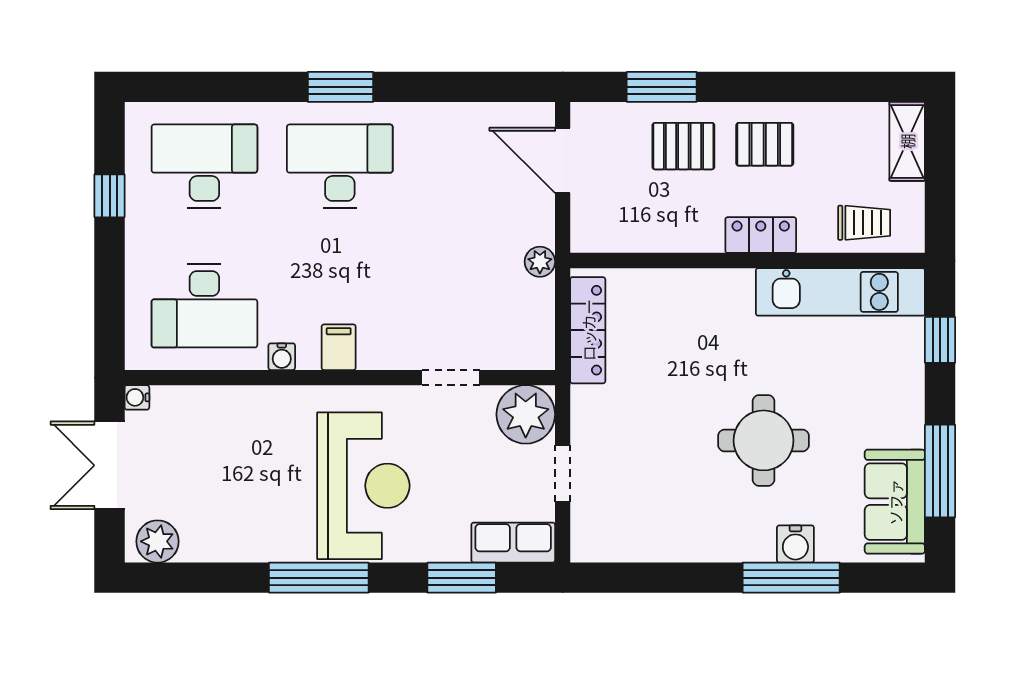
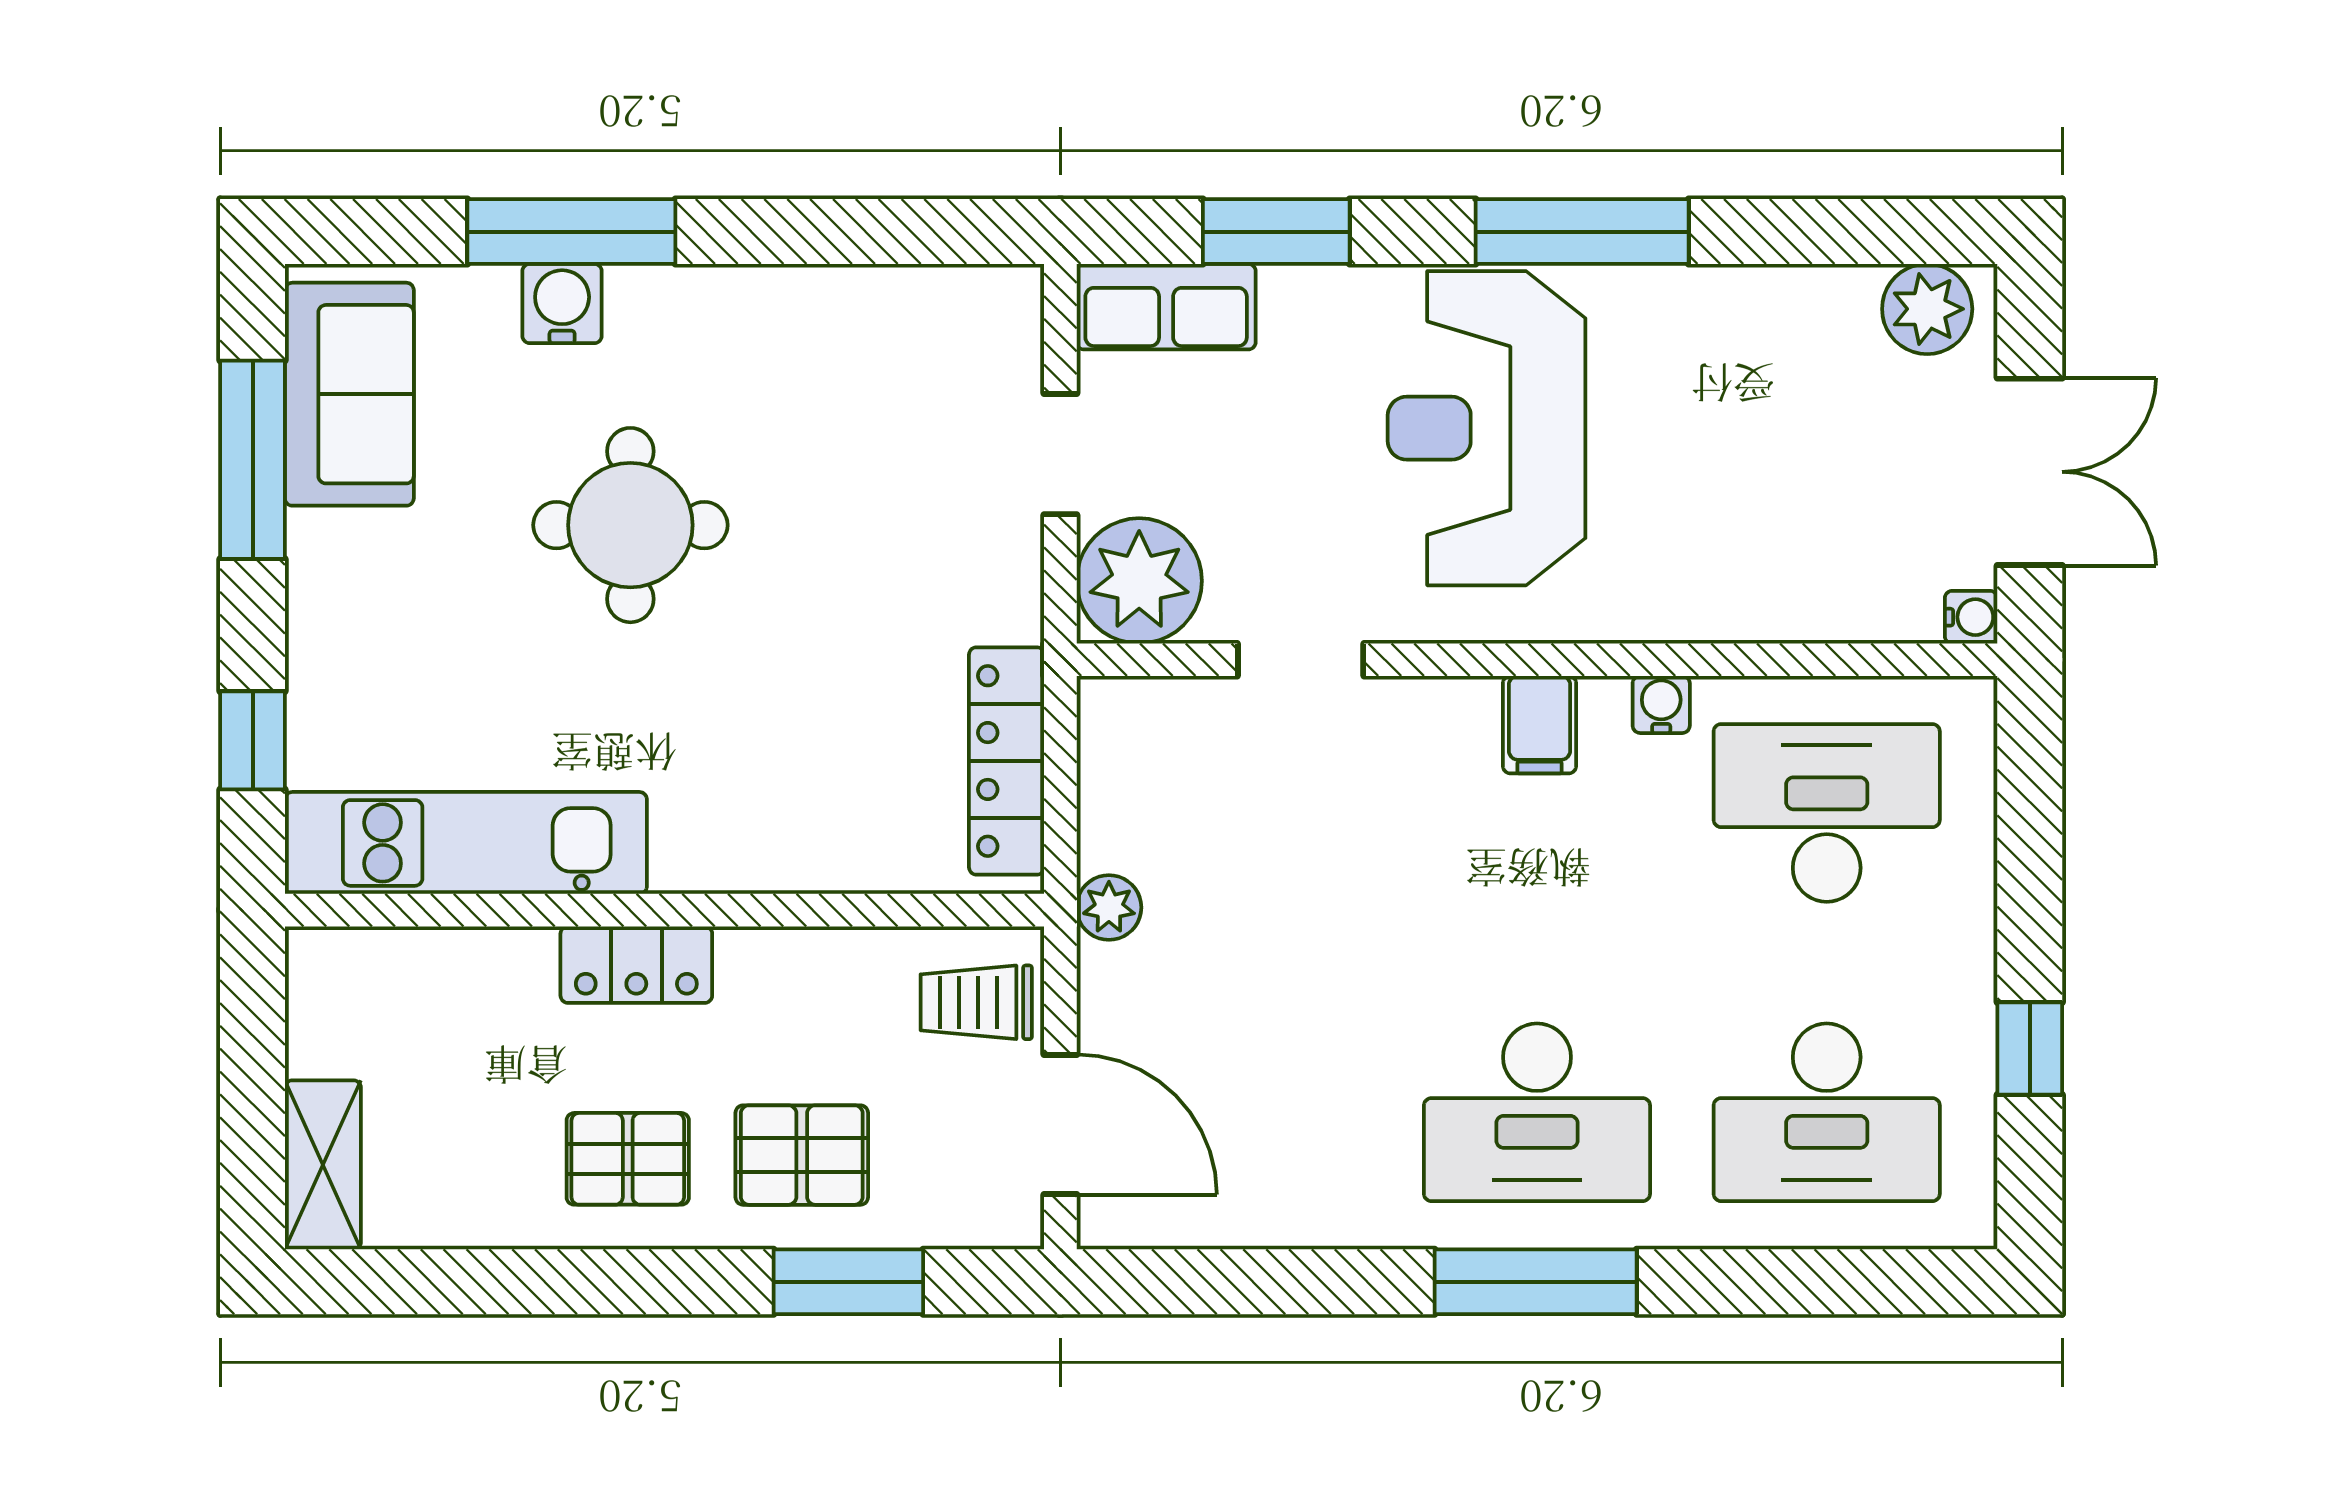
window: (340, 87) -> (1536, 1282), width x1.44
trolley: (864, 223) -> (976, 1002), moved

